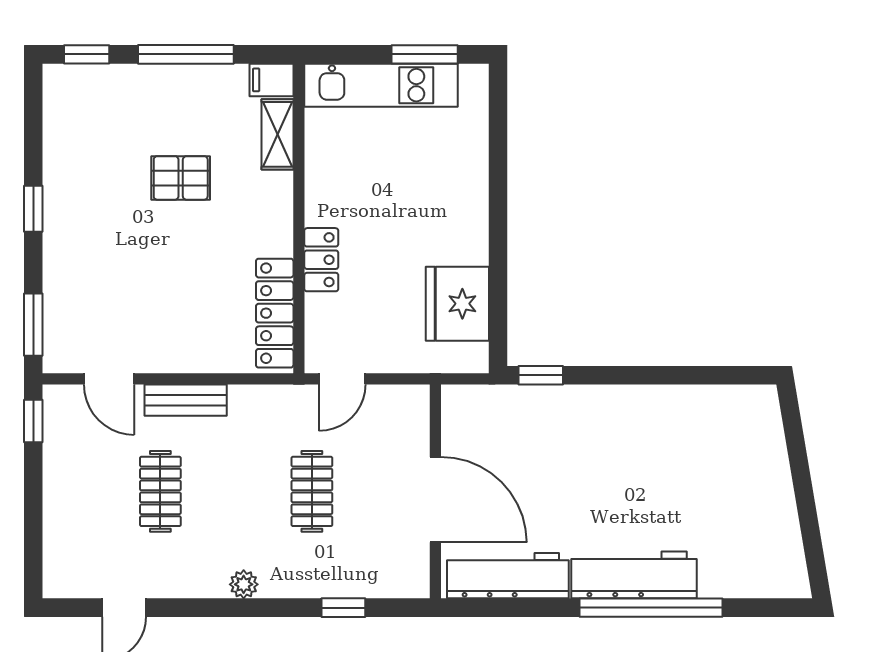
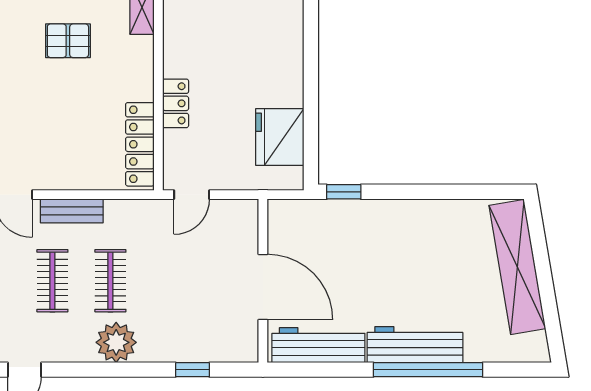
shelving: (768, 473) -> (517, 267), added
clothes rail: (312, 491) -> (110, 281), moved
plant: (244, 584) -> (116, 342), width x1.88, depth x1.88

